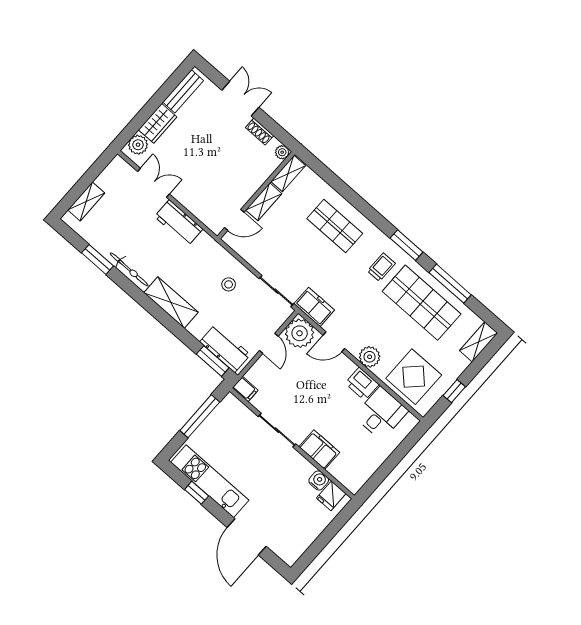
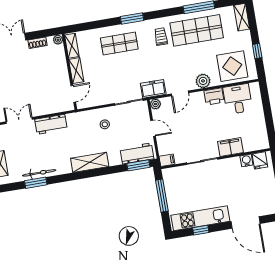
window: (407, 245) -> (132, 19), moved
bicycle: (129, 269) -> (39, 173), moved
plant: (300, 333) -> (155, 104), width x0.53, depth x0.53

